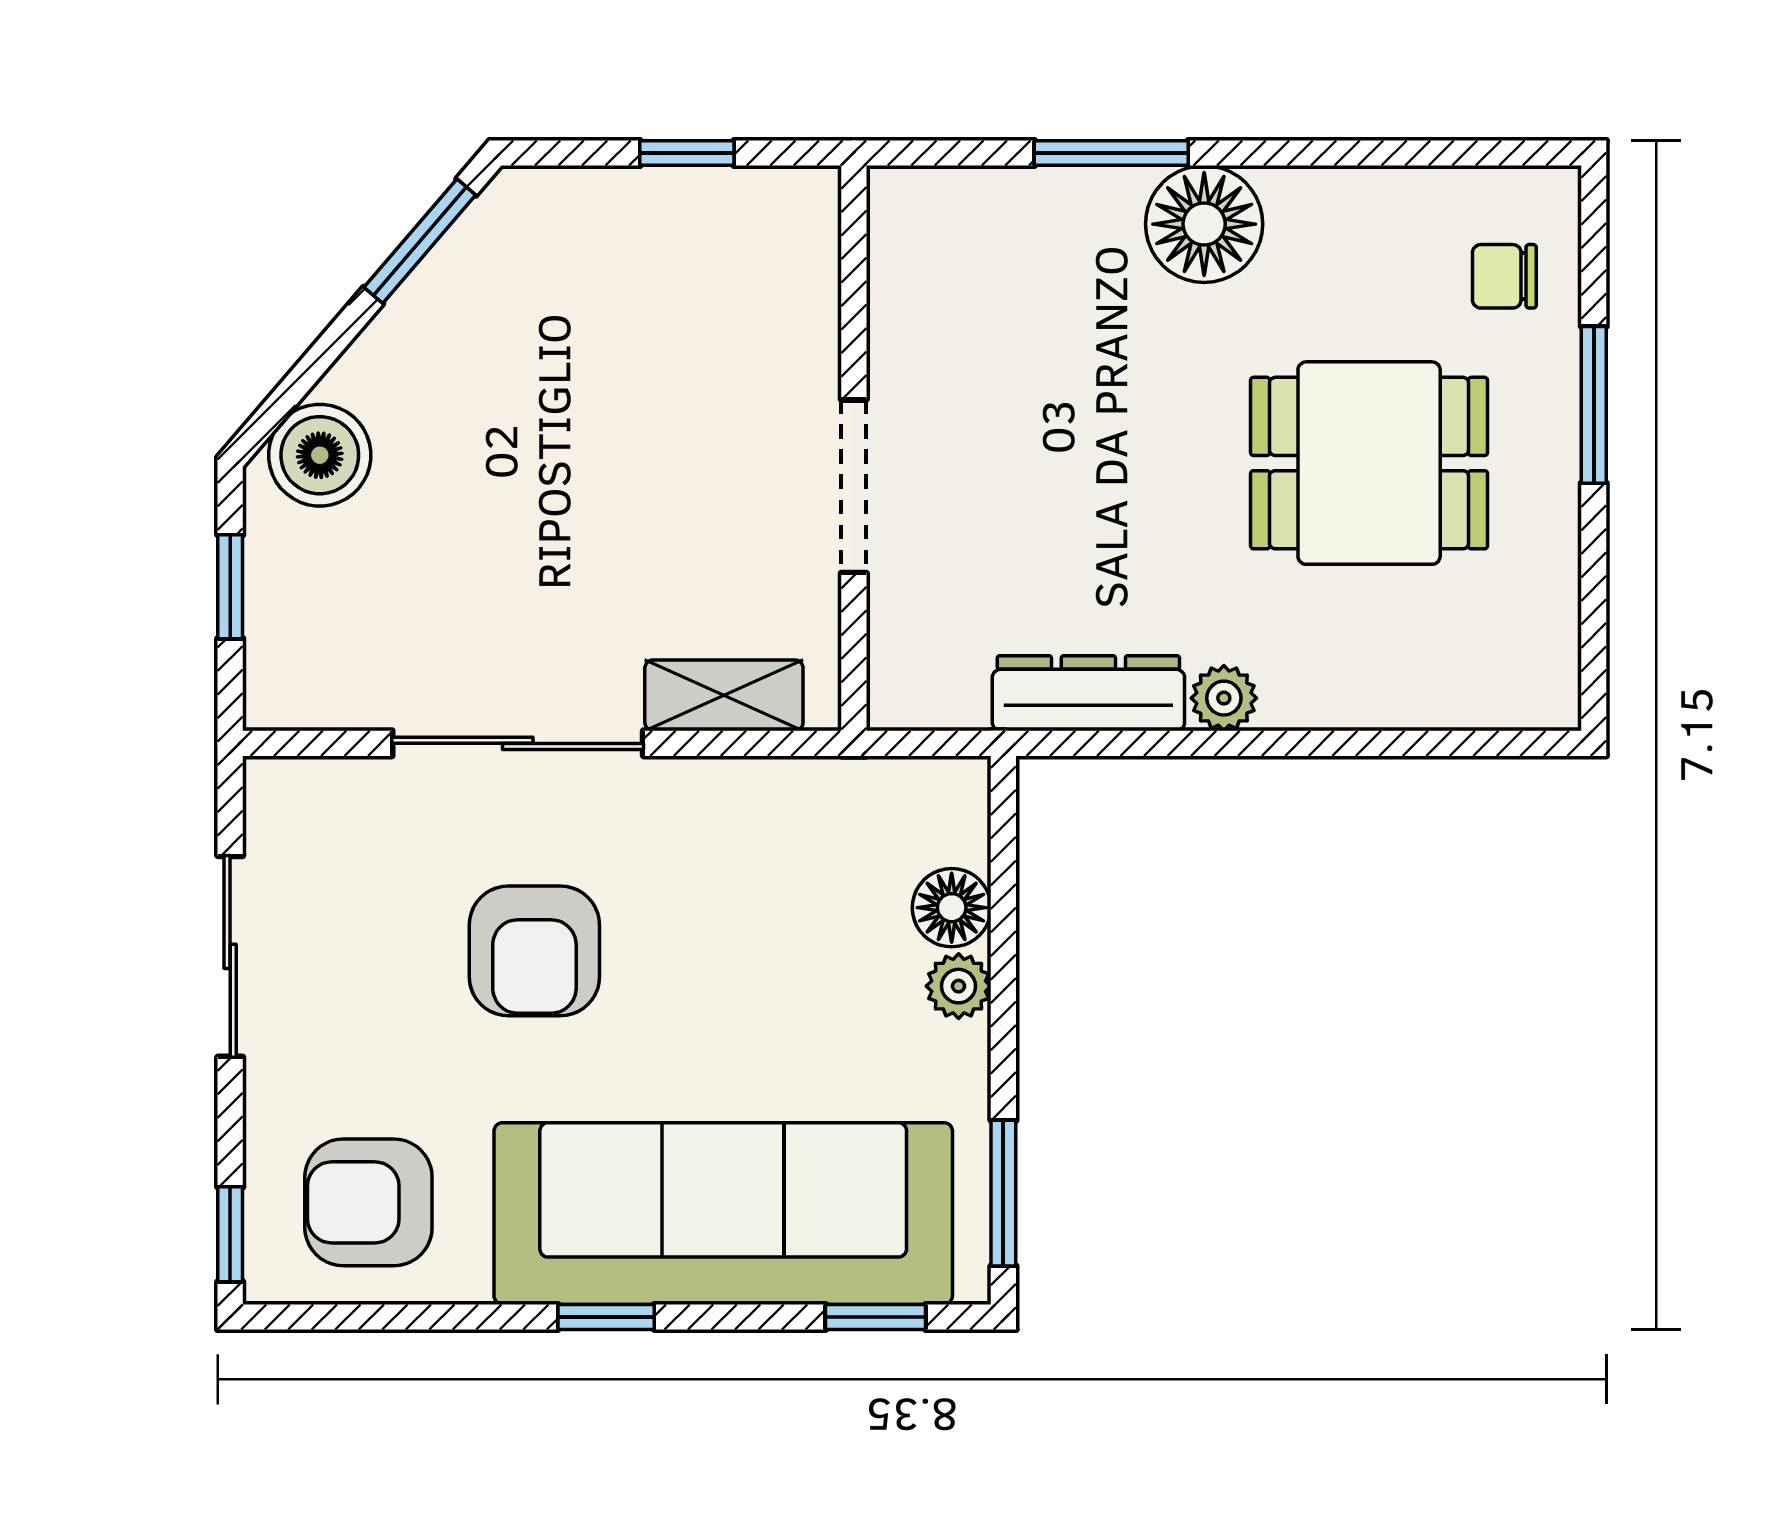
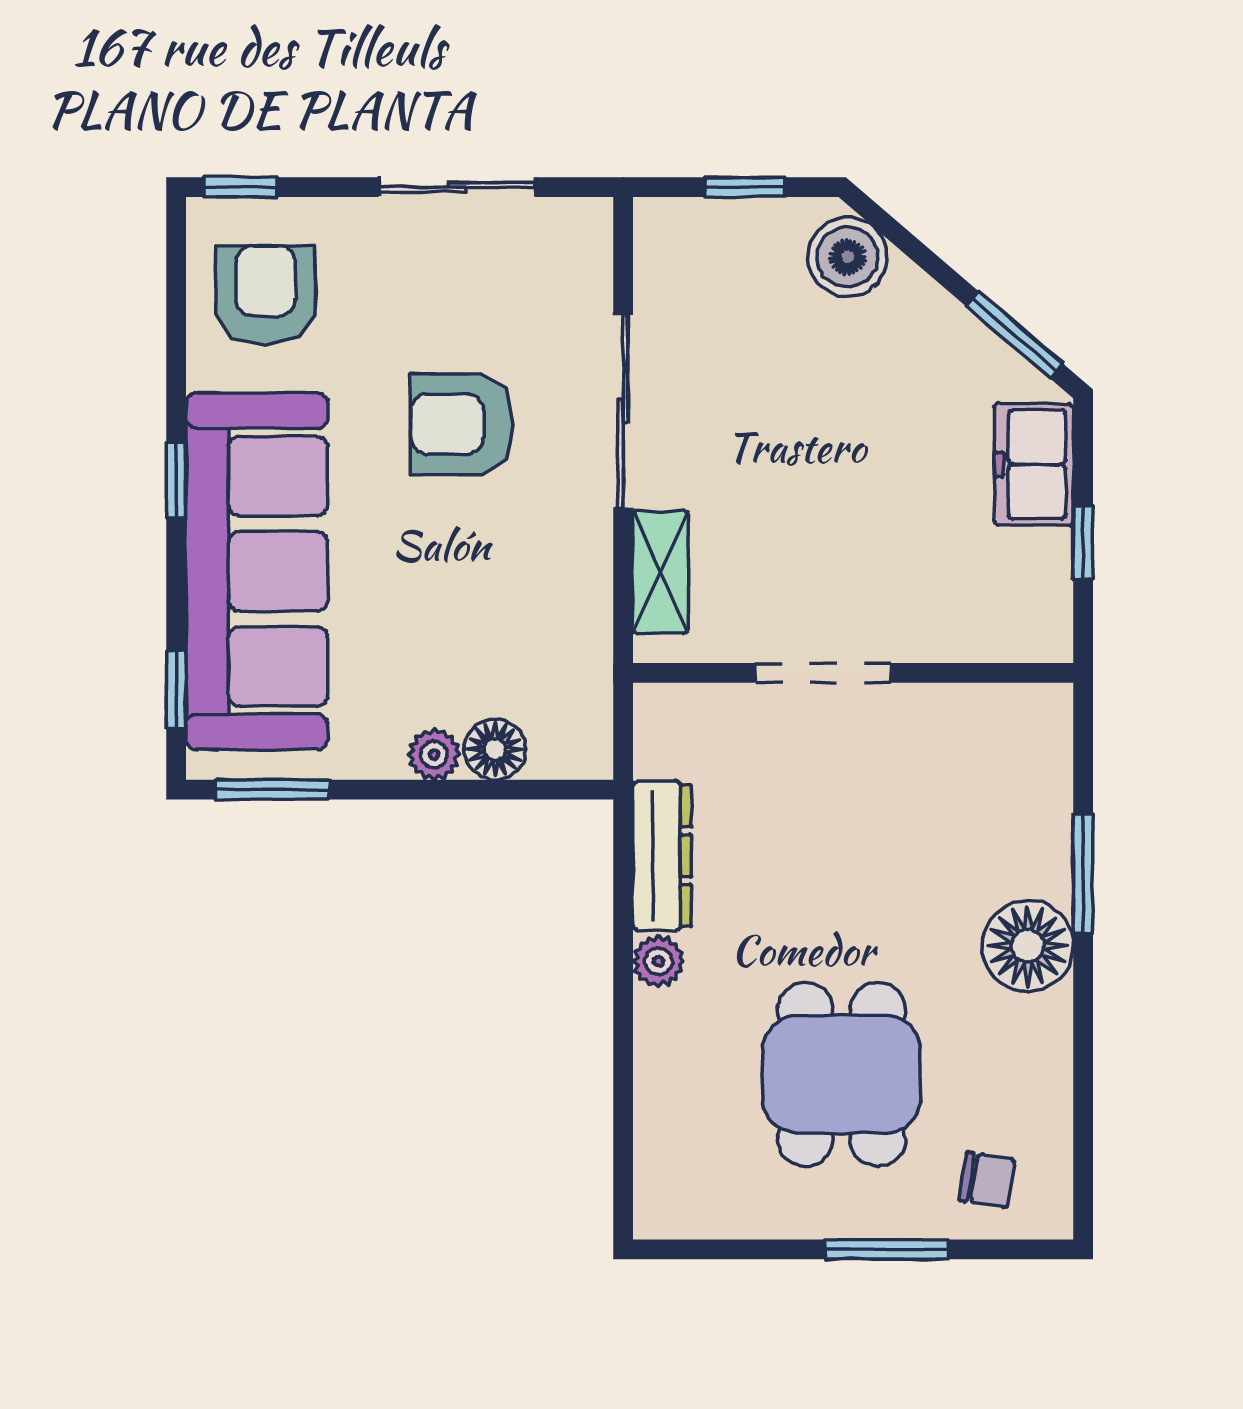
freezer: (586, 216) -> (1034, 464), added
chair: (1504, 276) -> (987, 1180), turned 99

